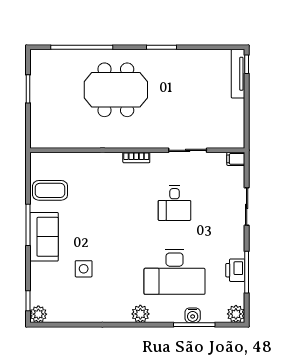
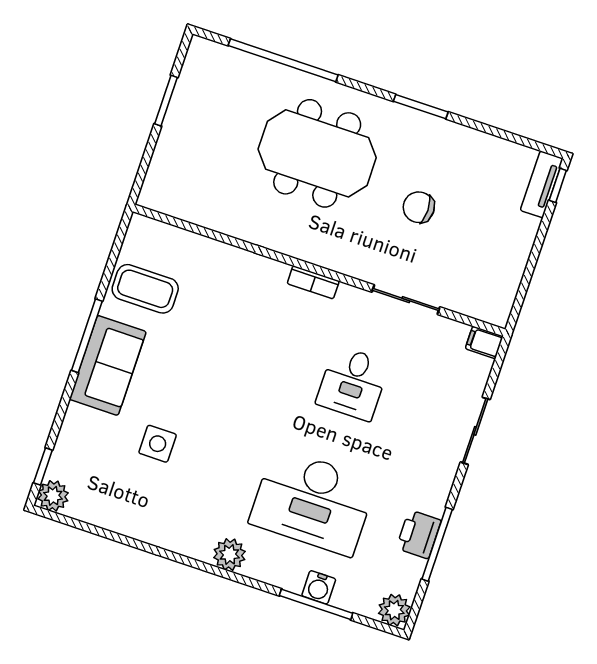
tv unit: (238, 74) -> (542, 184), width x0.71
chair: (178, 100) -> (419, 207), added

